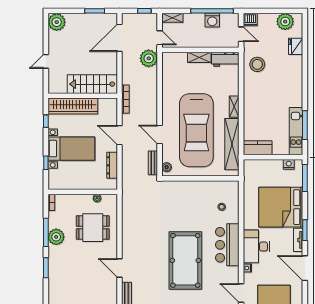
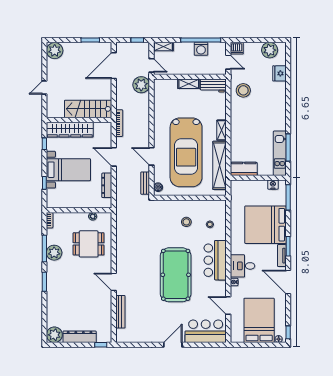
stool: (197, 204) -> (186, 222), added
desk: (256, 246) -> (243, 266), width x0.73

